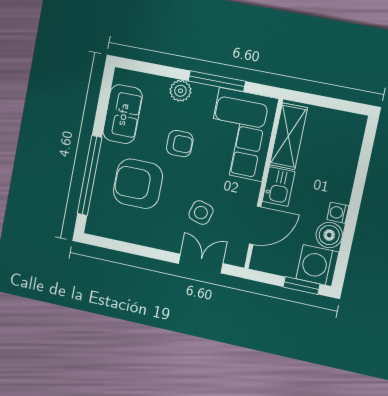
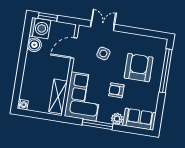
sofa: (123, 114) -> (139, 119), moved, turned 90
armchair: (138, 184) -> (139, 68), turned -90
kitchen sink: (279, 186) -> (62, 69), removed
washing machine: (338, 213) -> (23, 105), moved
double door: (201, 264) -> (102, 26), swing flipped

